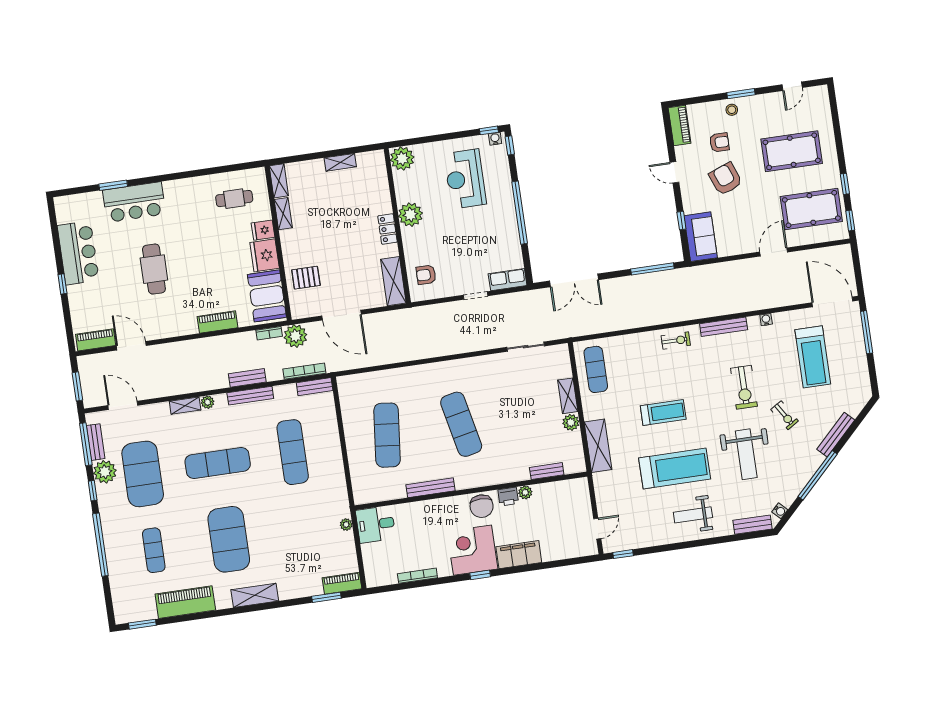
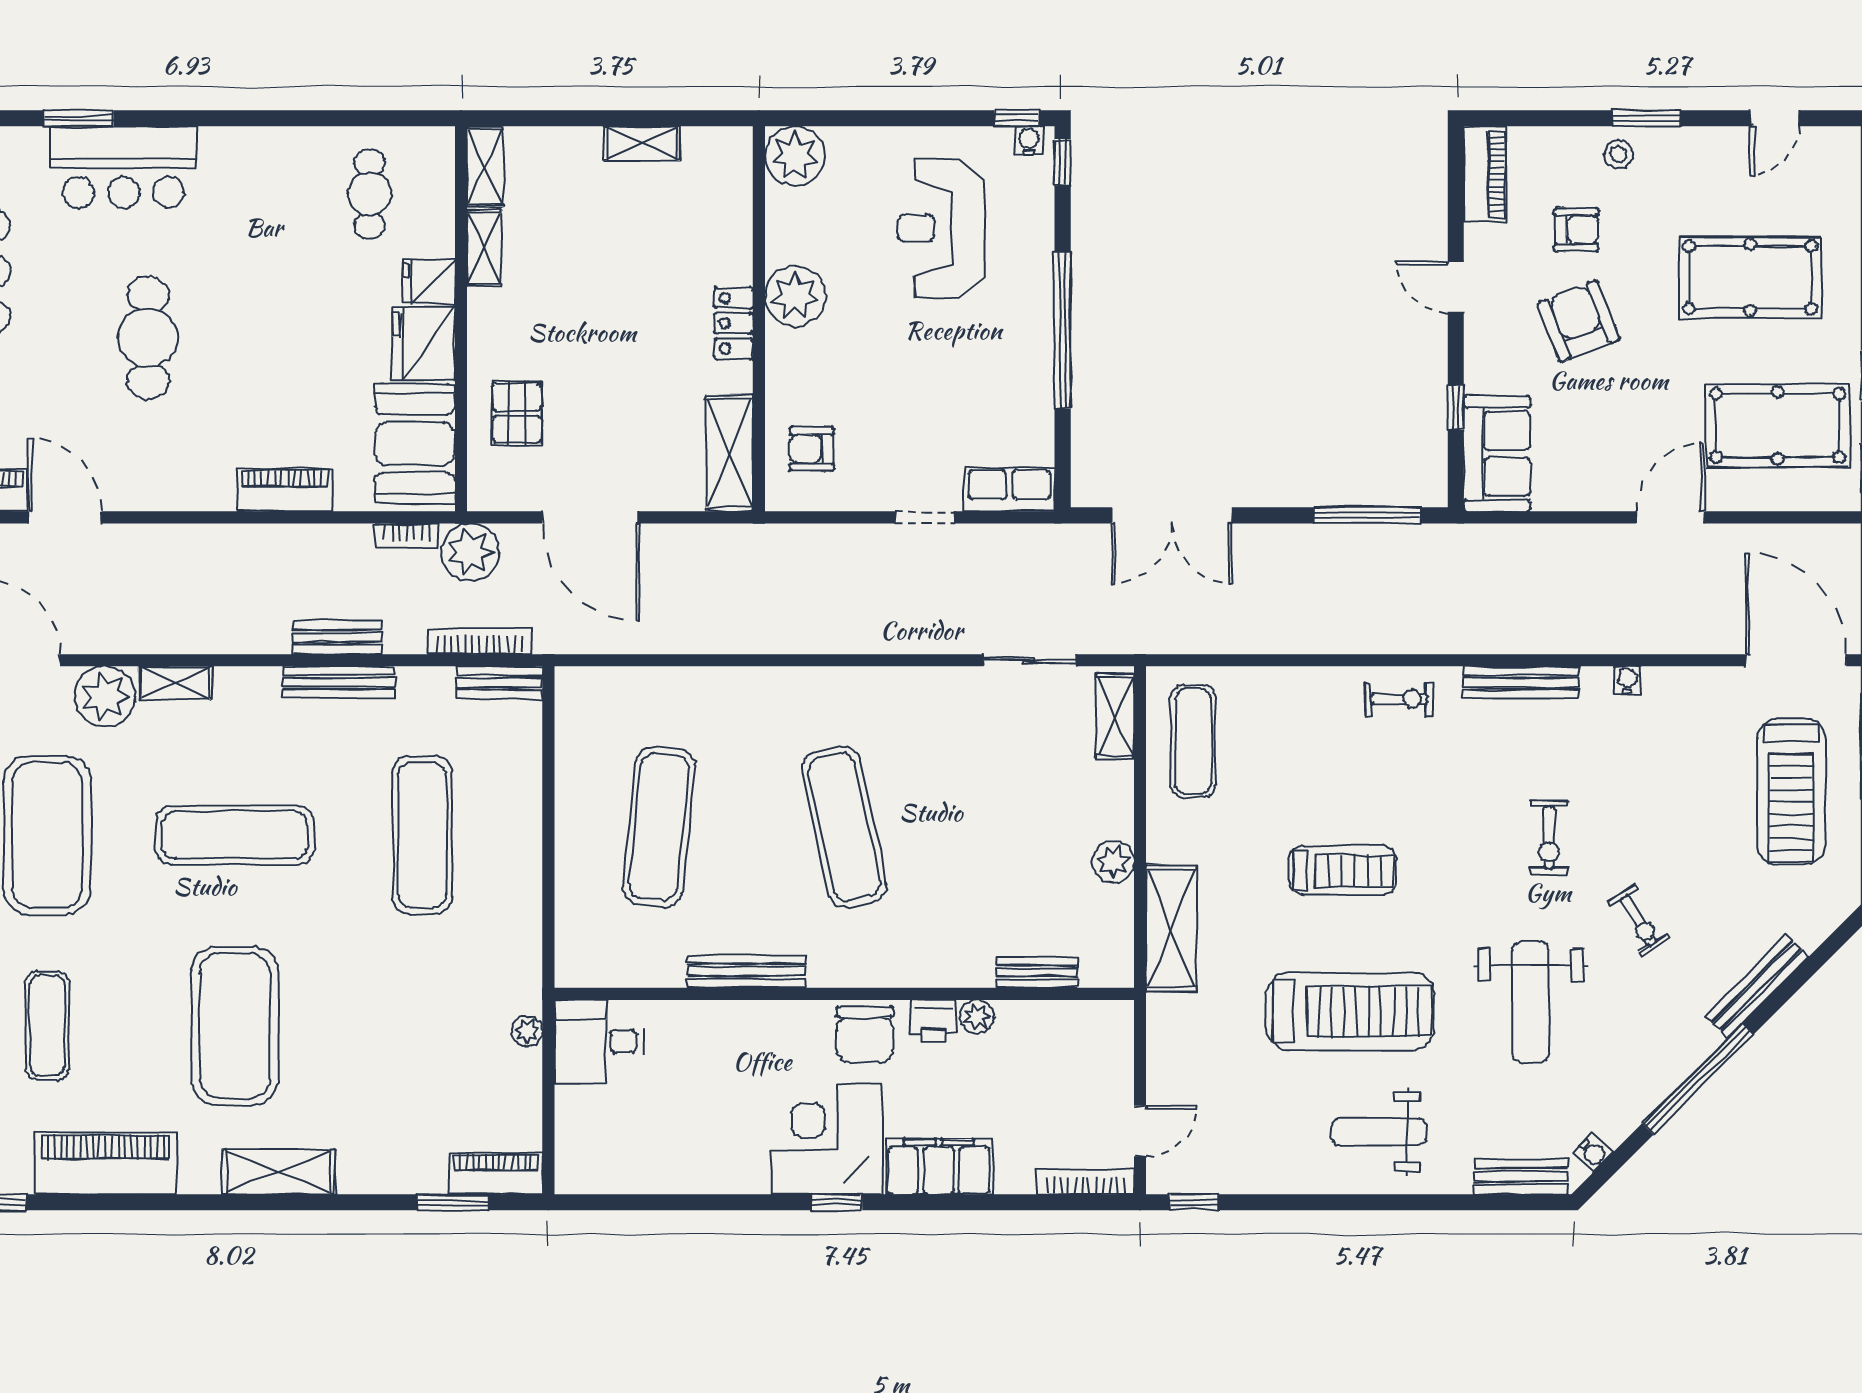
cafe table: (234, 199) -> (370, 194), turned 90
pallet: (306, 278) -> (517, 413), turned 90
treadmill: (813, 357) -> (1791, 792), moved
exercise bike: (744, 387) -> (1549, 838), width x0.73, depth x0.72
shelving: (568, 396) -> (1115, 716), moved
plant: (208, 402) -> (105, 697), moved, width x1.88, depth x1.88
bookcase: (417, 576) -> (1086, 1182), moved

